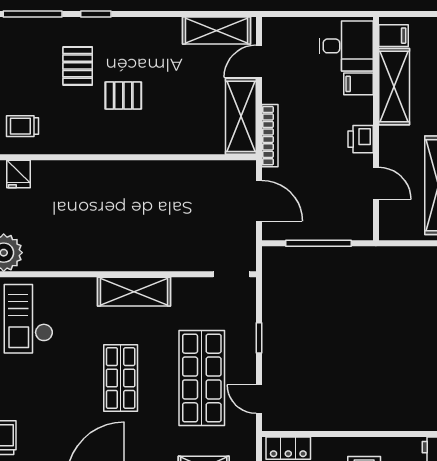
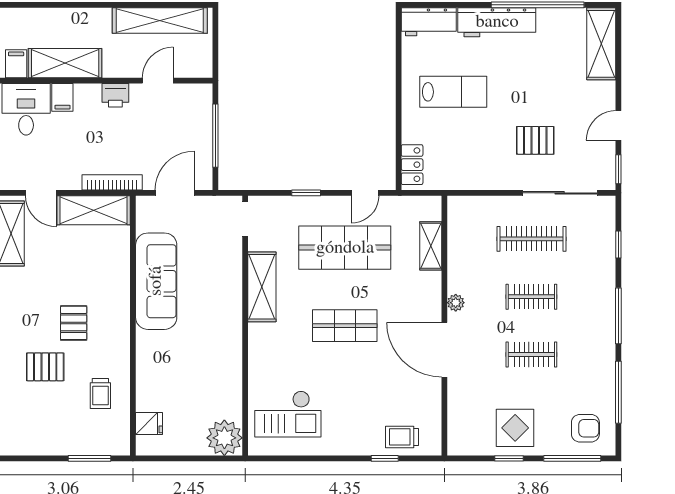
trolley: (22, 126) -> (100, 393), moved
sofa: (167, 182) -> (156, 281), added
shelving: (134, 292) -> (262, 287), moved

